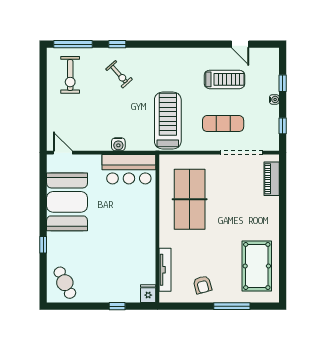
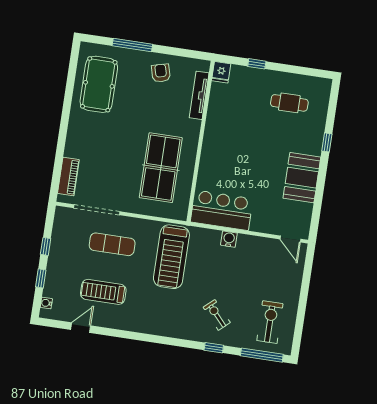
door: (240, 44) -> (81, 328), hinge flipped
water cooler: (274, 99) -> (46, 303), moved
window: (283, 126) -> (46, 246), moved
booth: (67, 202) -> (302, 178), width x0.73, depth x0.70
cafe table: (65, 283) -> (289, 103), moved, turned -64

